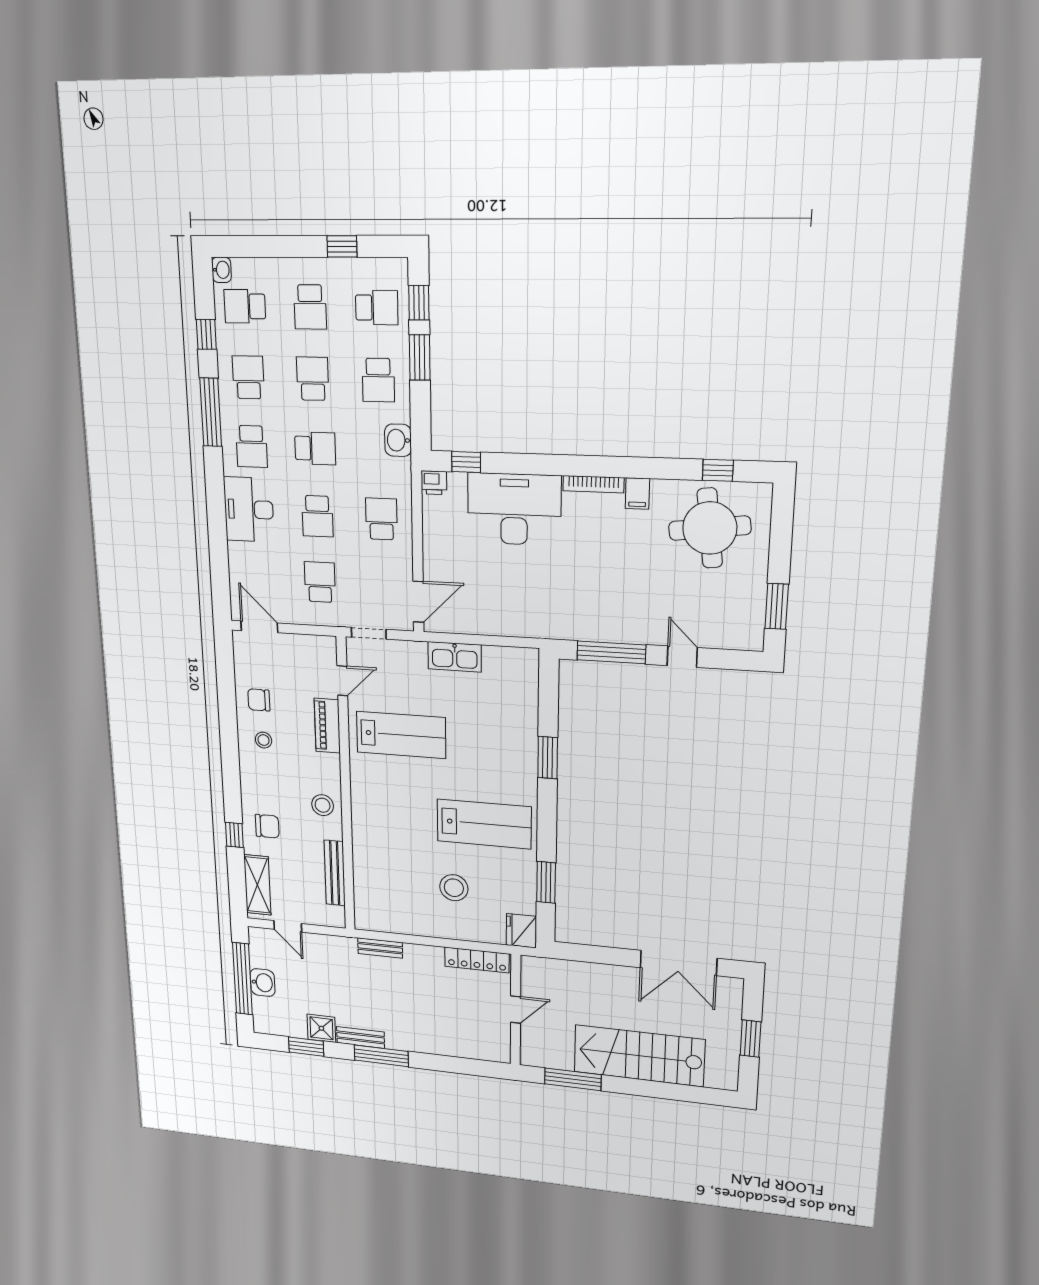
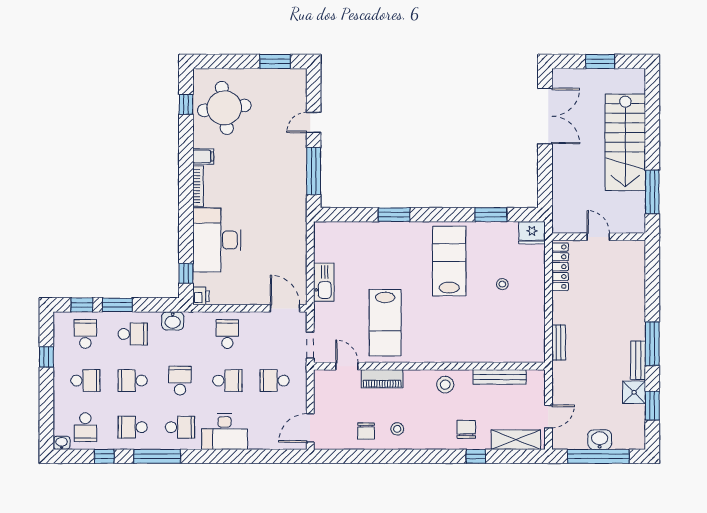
school desk: (381, 519) -> (227, 334), turned 90
lab bench: (401, 735) -> (385, 323), turned 180
stool: (454, 888) -> (502, 284), width x0.53, depth x0.53

